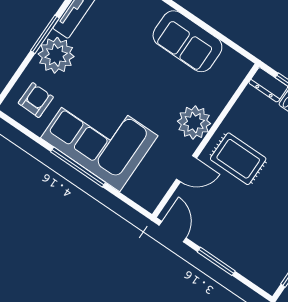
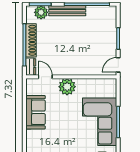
rug: (238, 159) -> (70, 58), removed
door: (186, 169) -> (45, 77), moved

